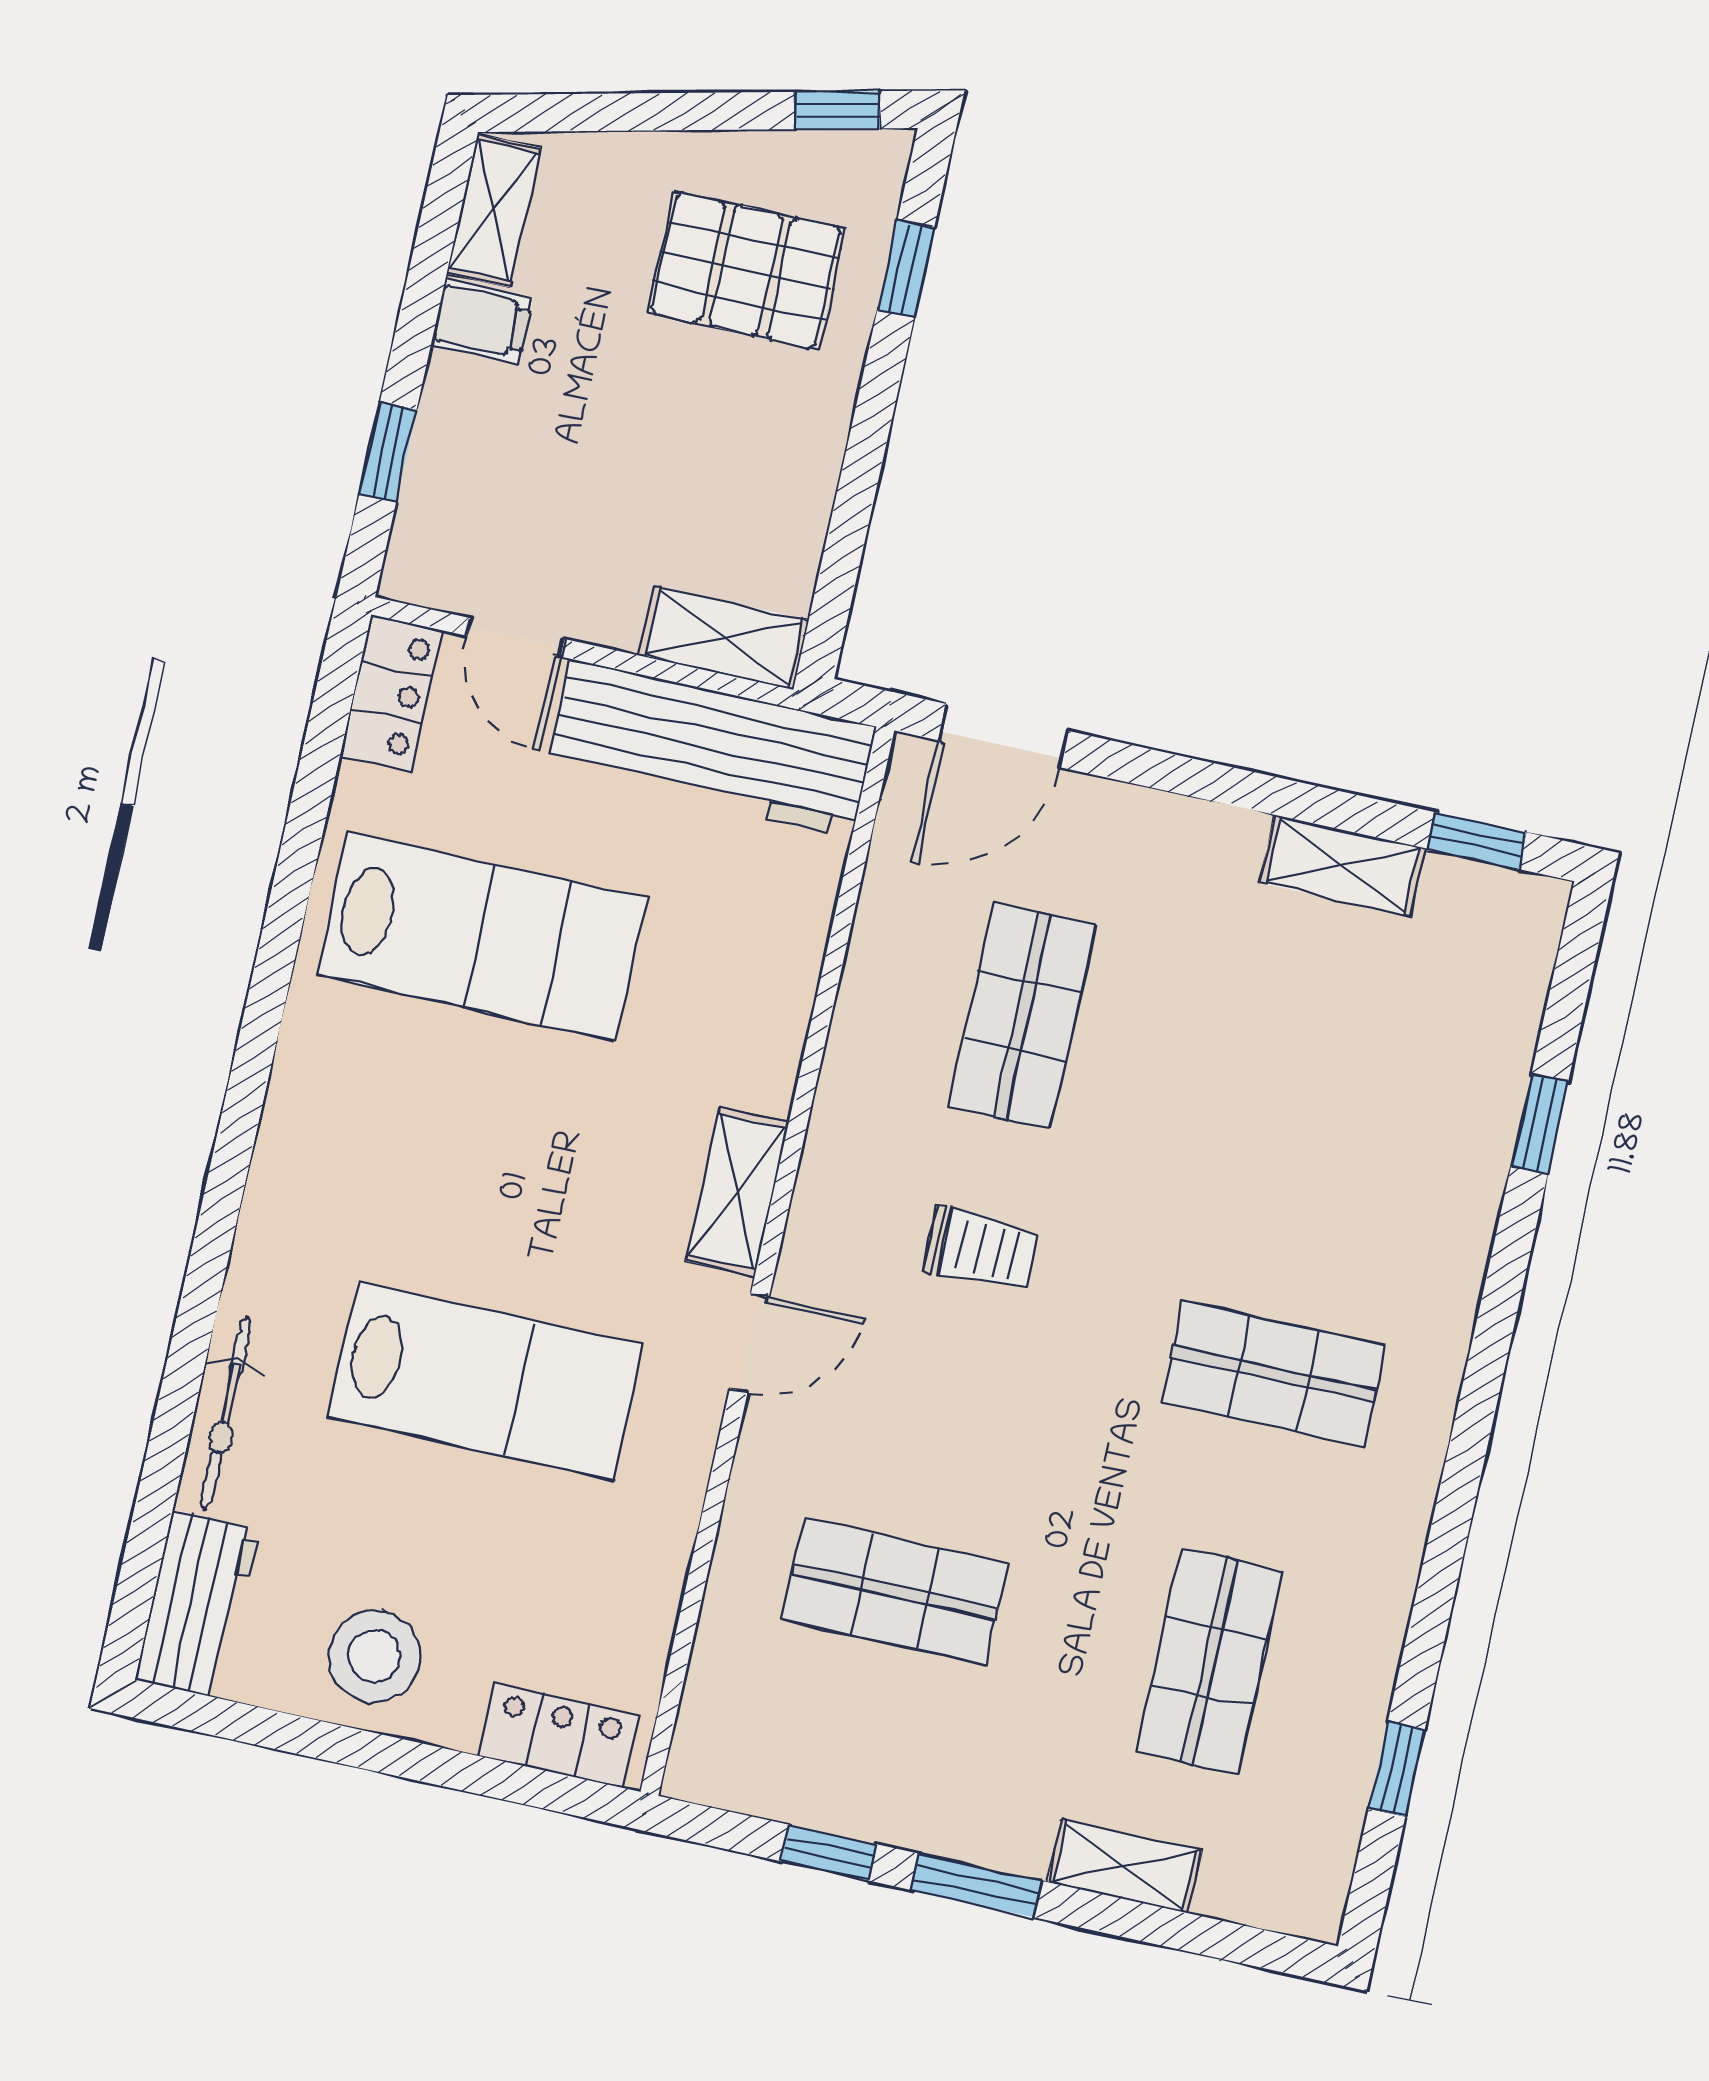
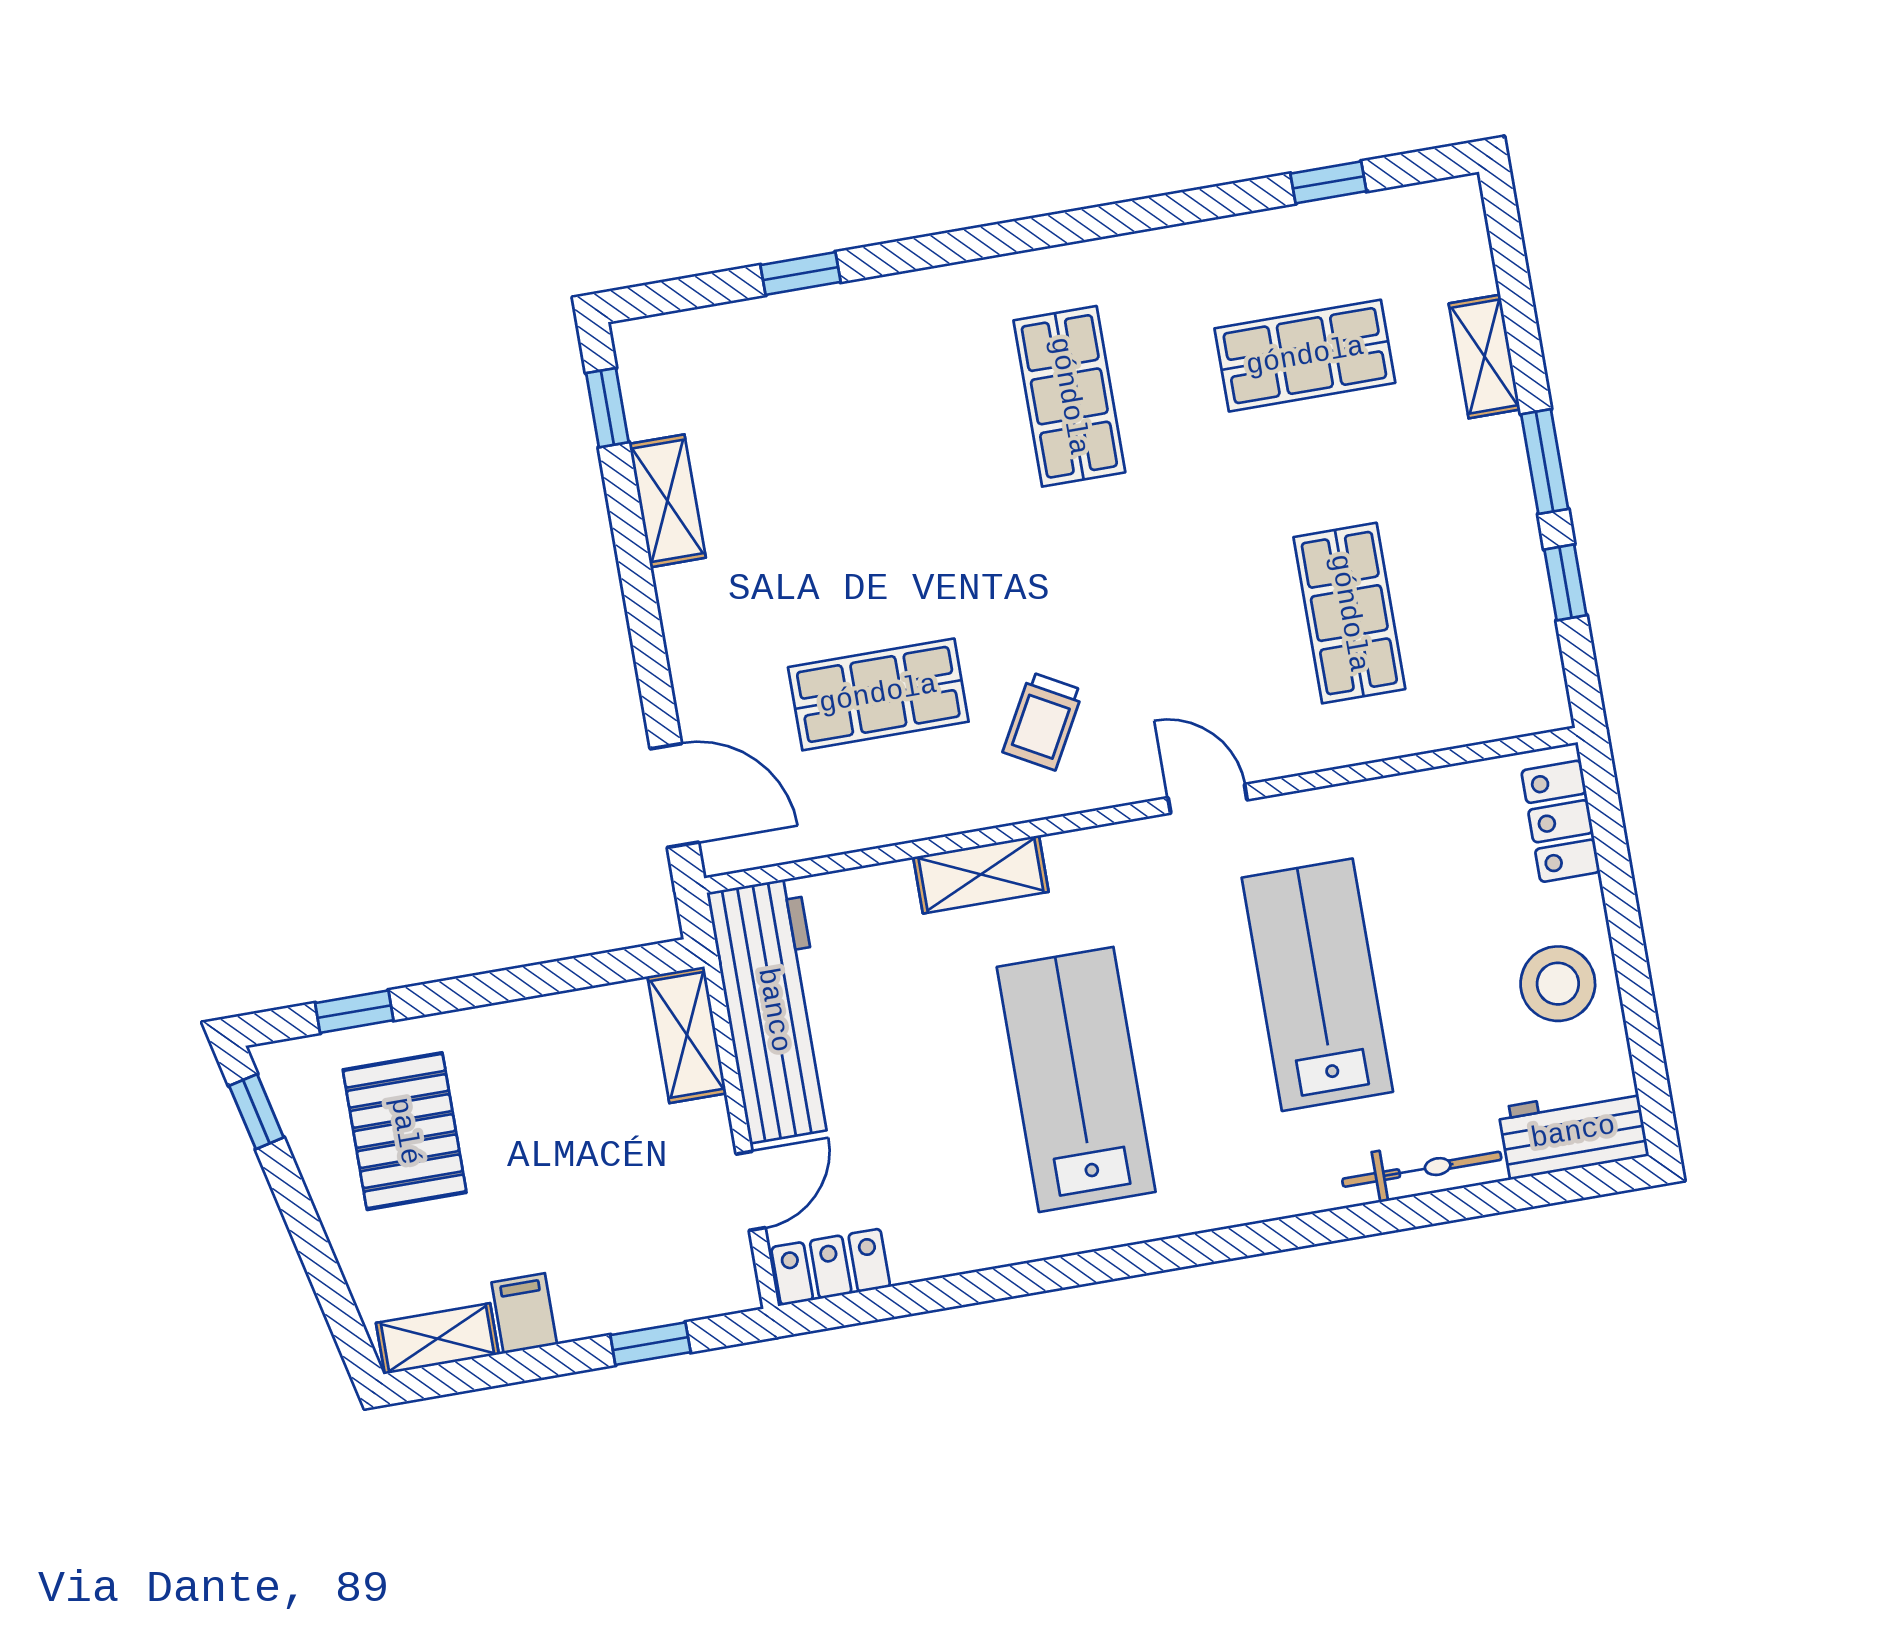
lab bench: (482, 937) -> (1076, 1079), moved
shelving: (737, 1192) -> (981, 874), moved
trolley: (981, 1249) -> (1043, 721), moved, turned -151

